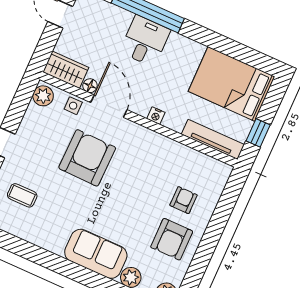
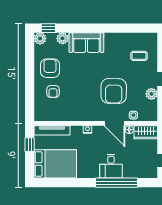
plant: (43, 96) -> (152, 94), moved

